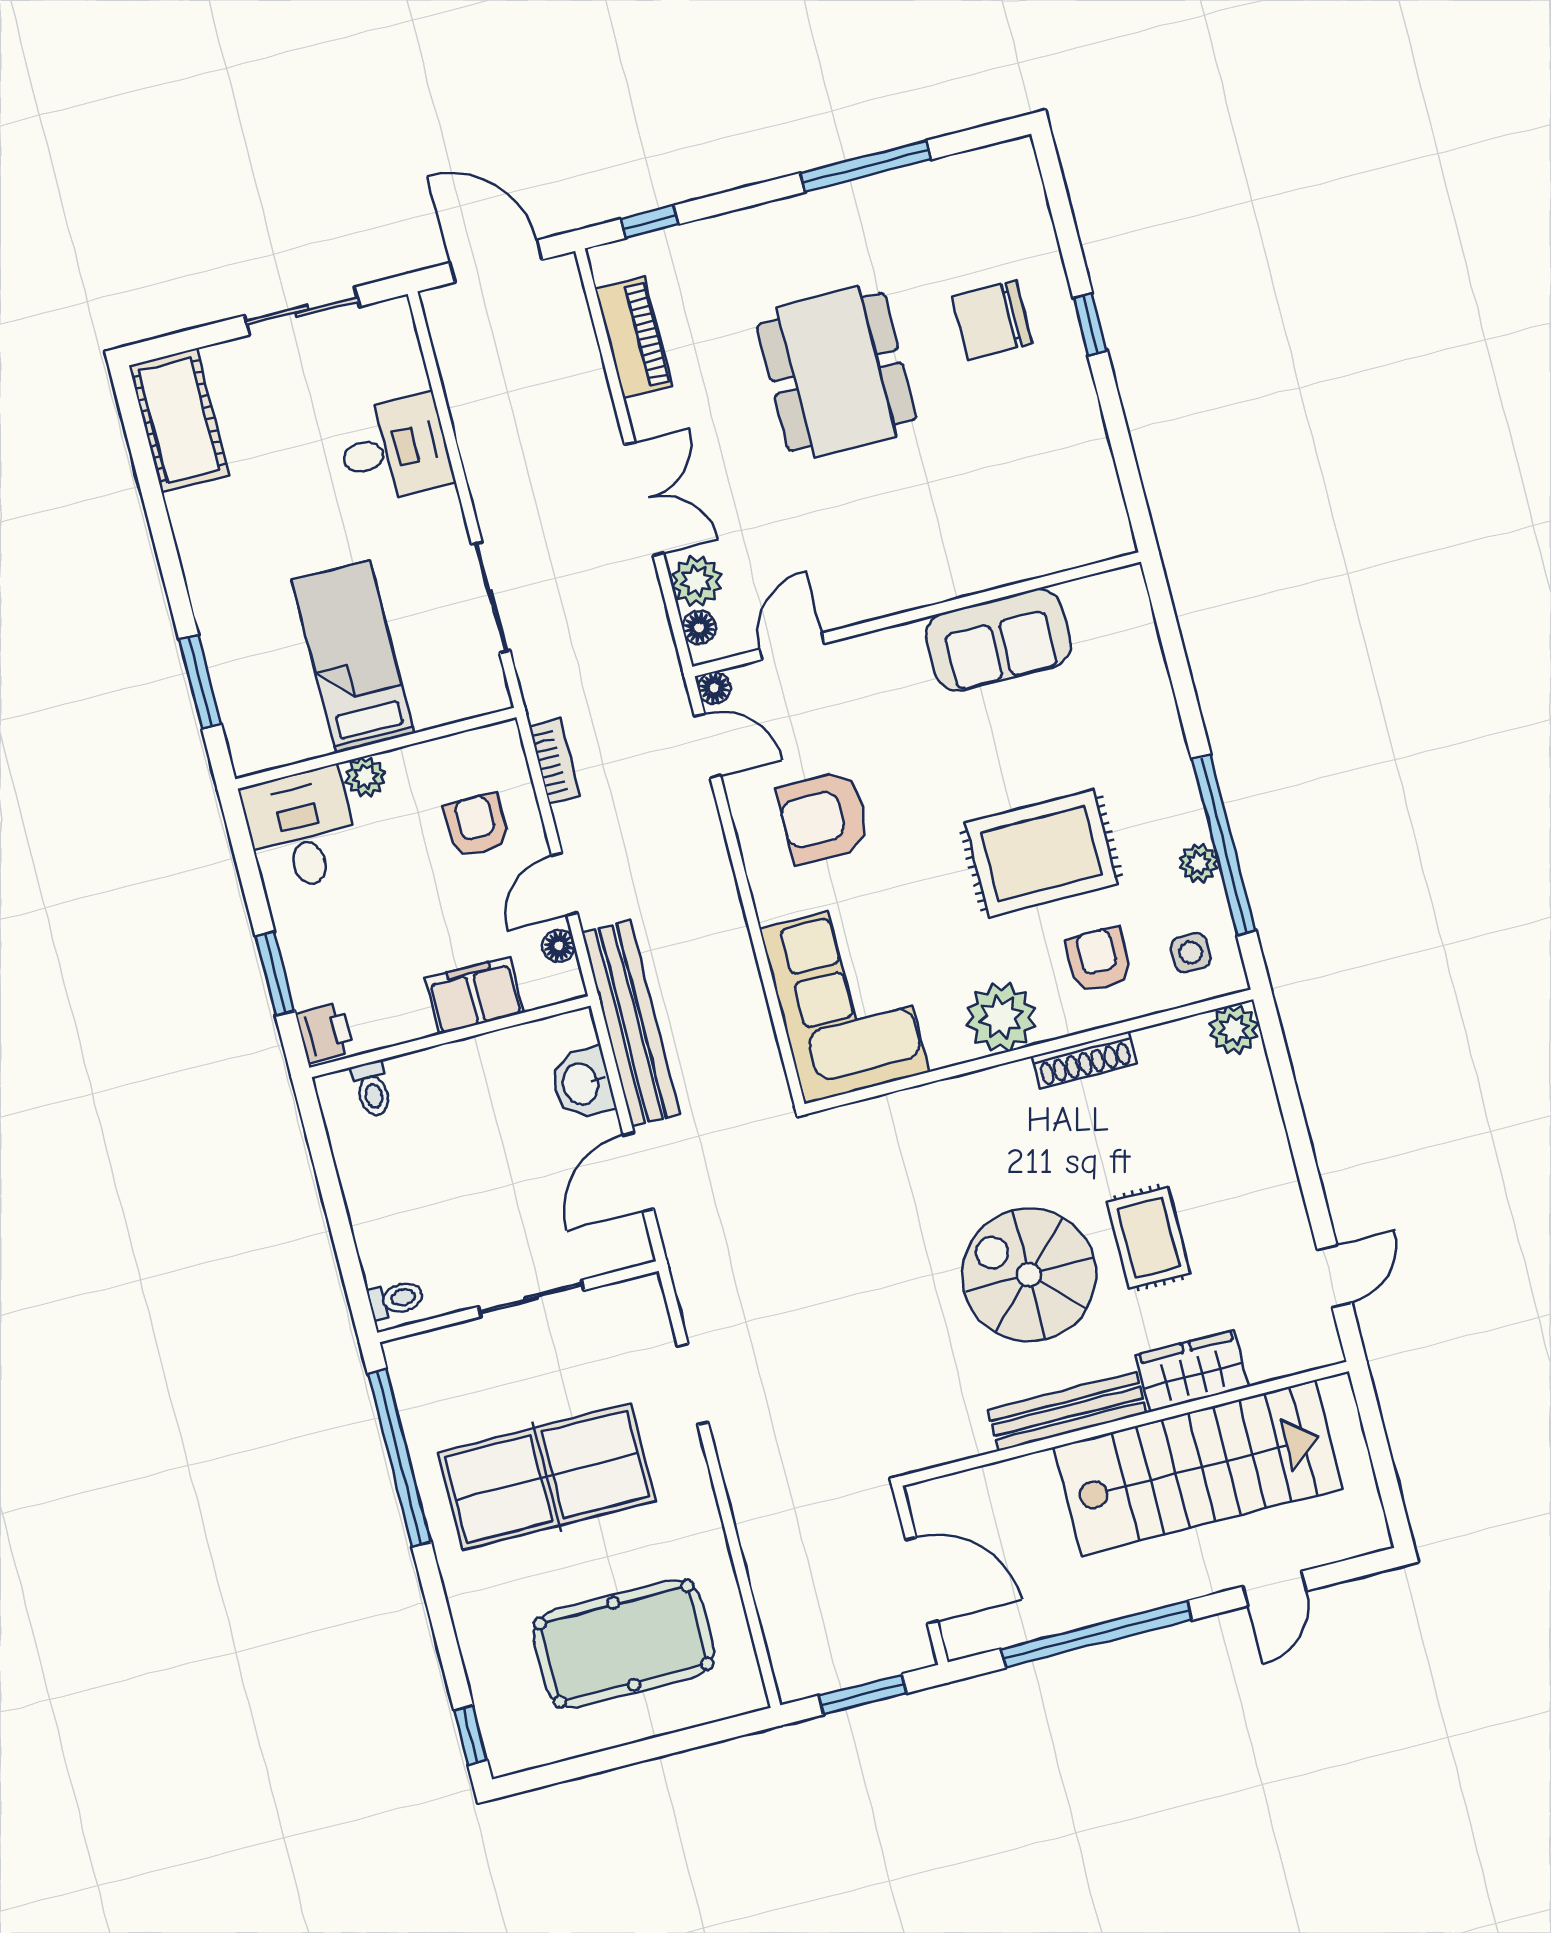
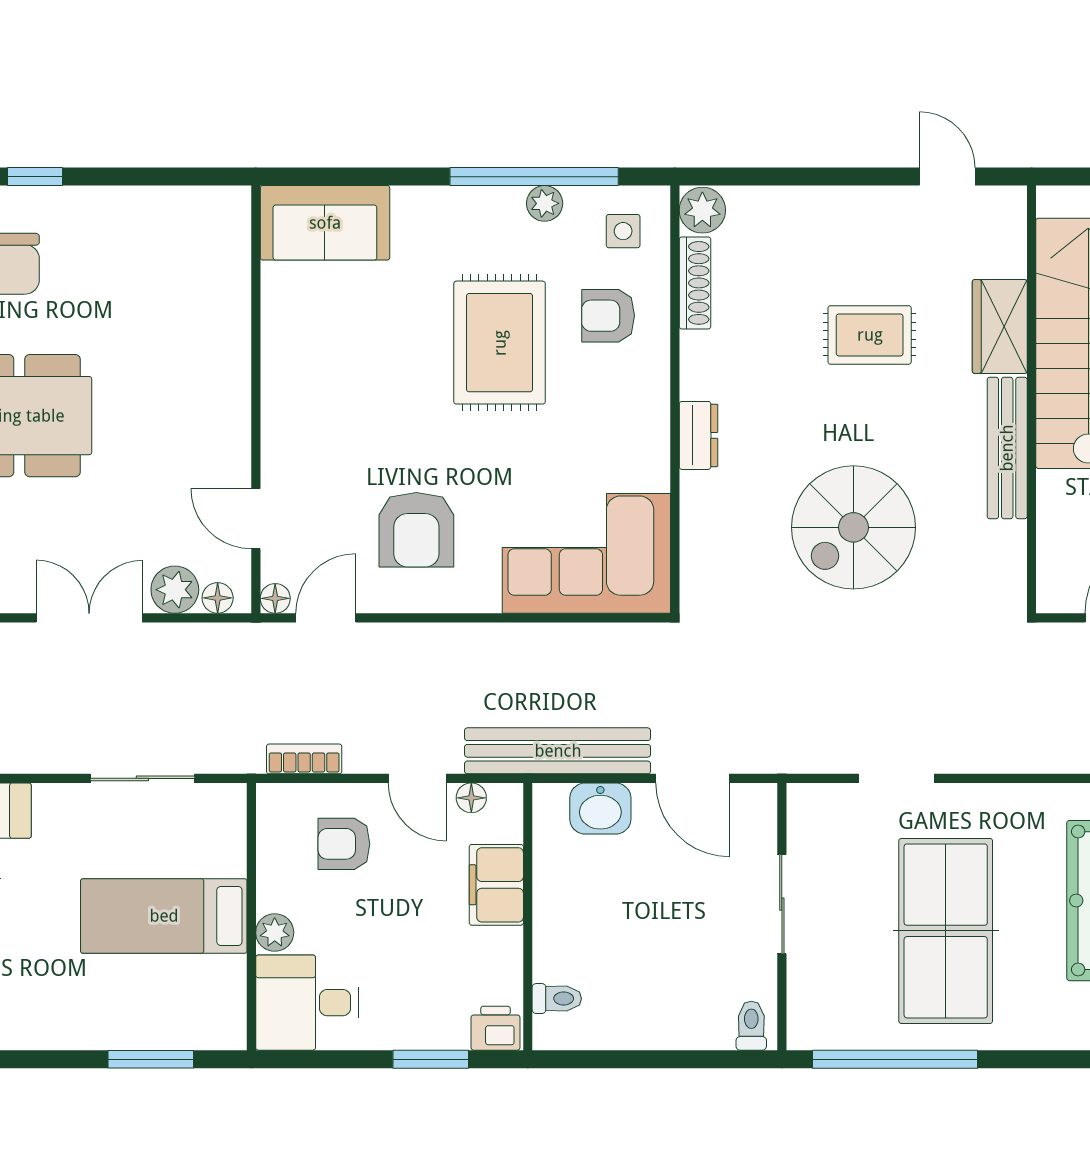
sofa: (998, 640) -> (325, 223), moved, turned 90
plant: (1001, 1017) -> (637, 417), removed
shoe rack: (1084, 1060) -> (695, 283), moved
dresser: (998, 1086) -> (698, 435), added
spiral stairs: (1029, 1275) -> (853, 527), moved

